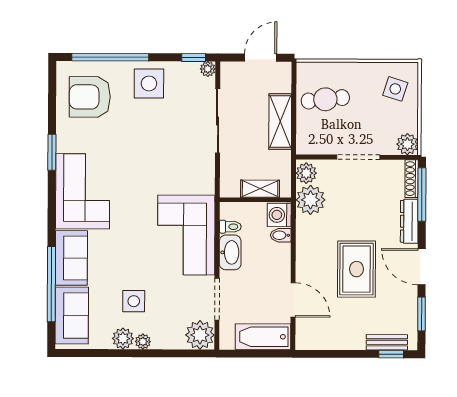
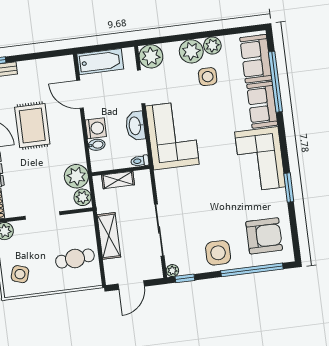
washing machine: (279, 215) -> (96, 128), moved
toilet: (230, 227) -> (140, 161), moved
plant: (143, 342) -> (191, 51), width x1.88, depth x1.88

